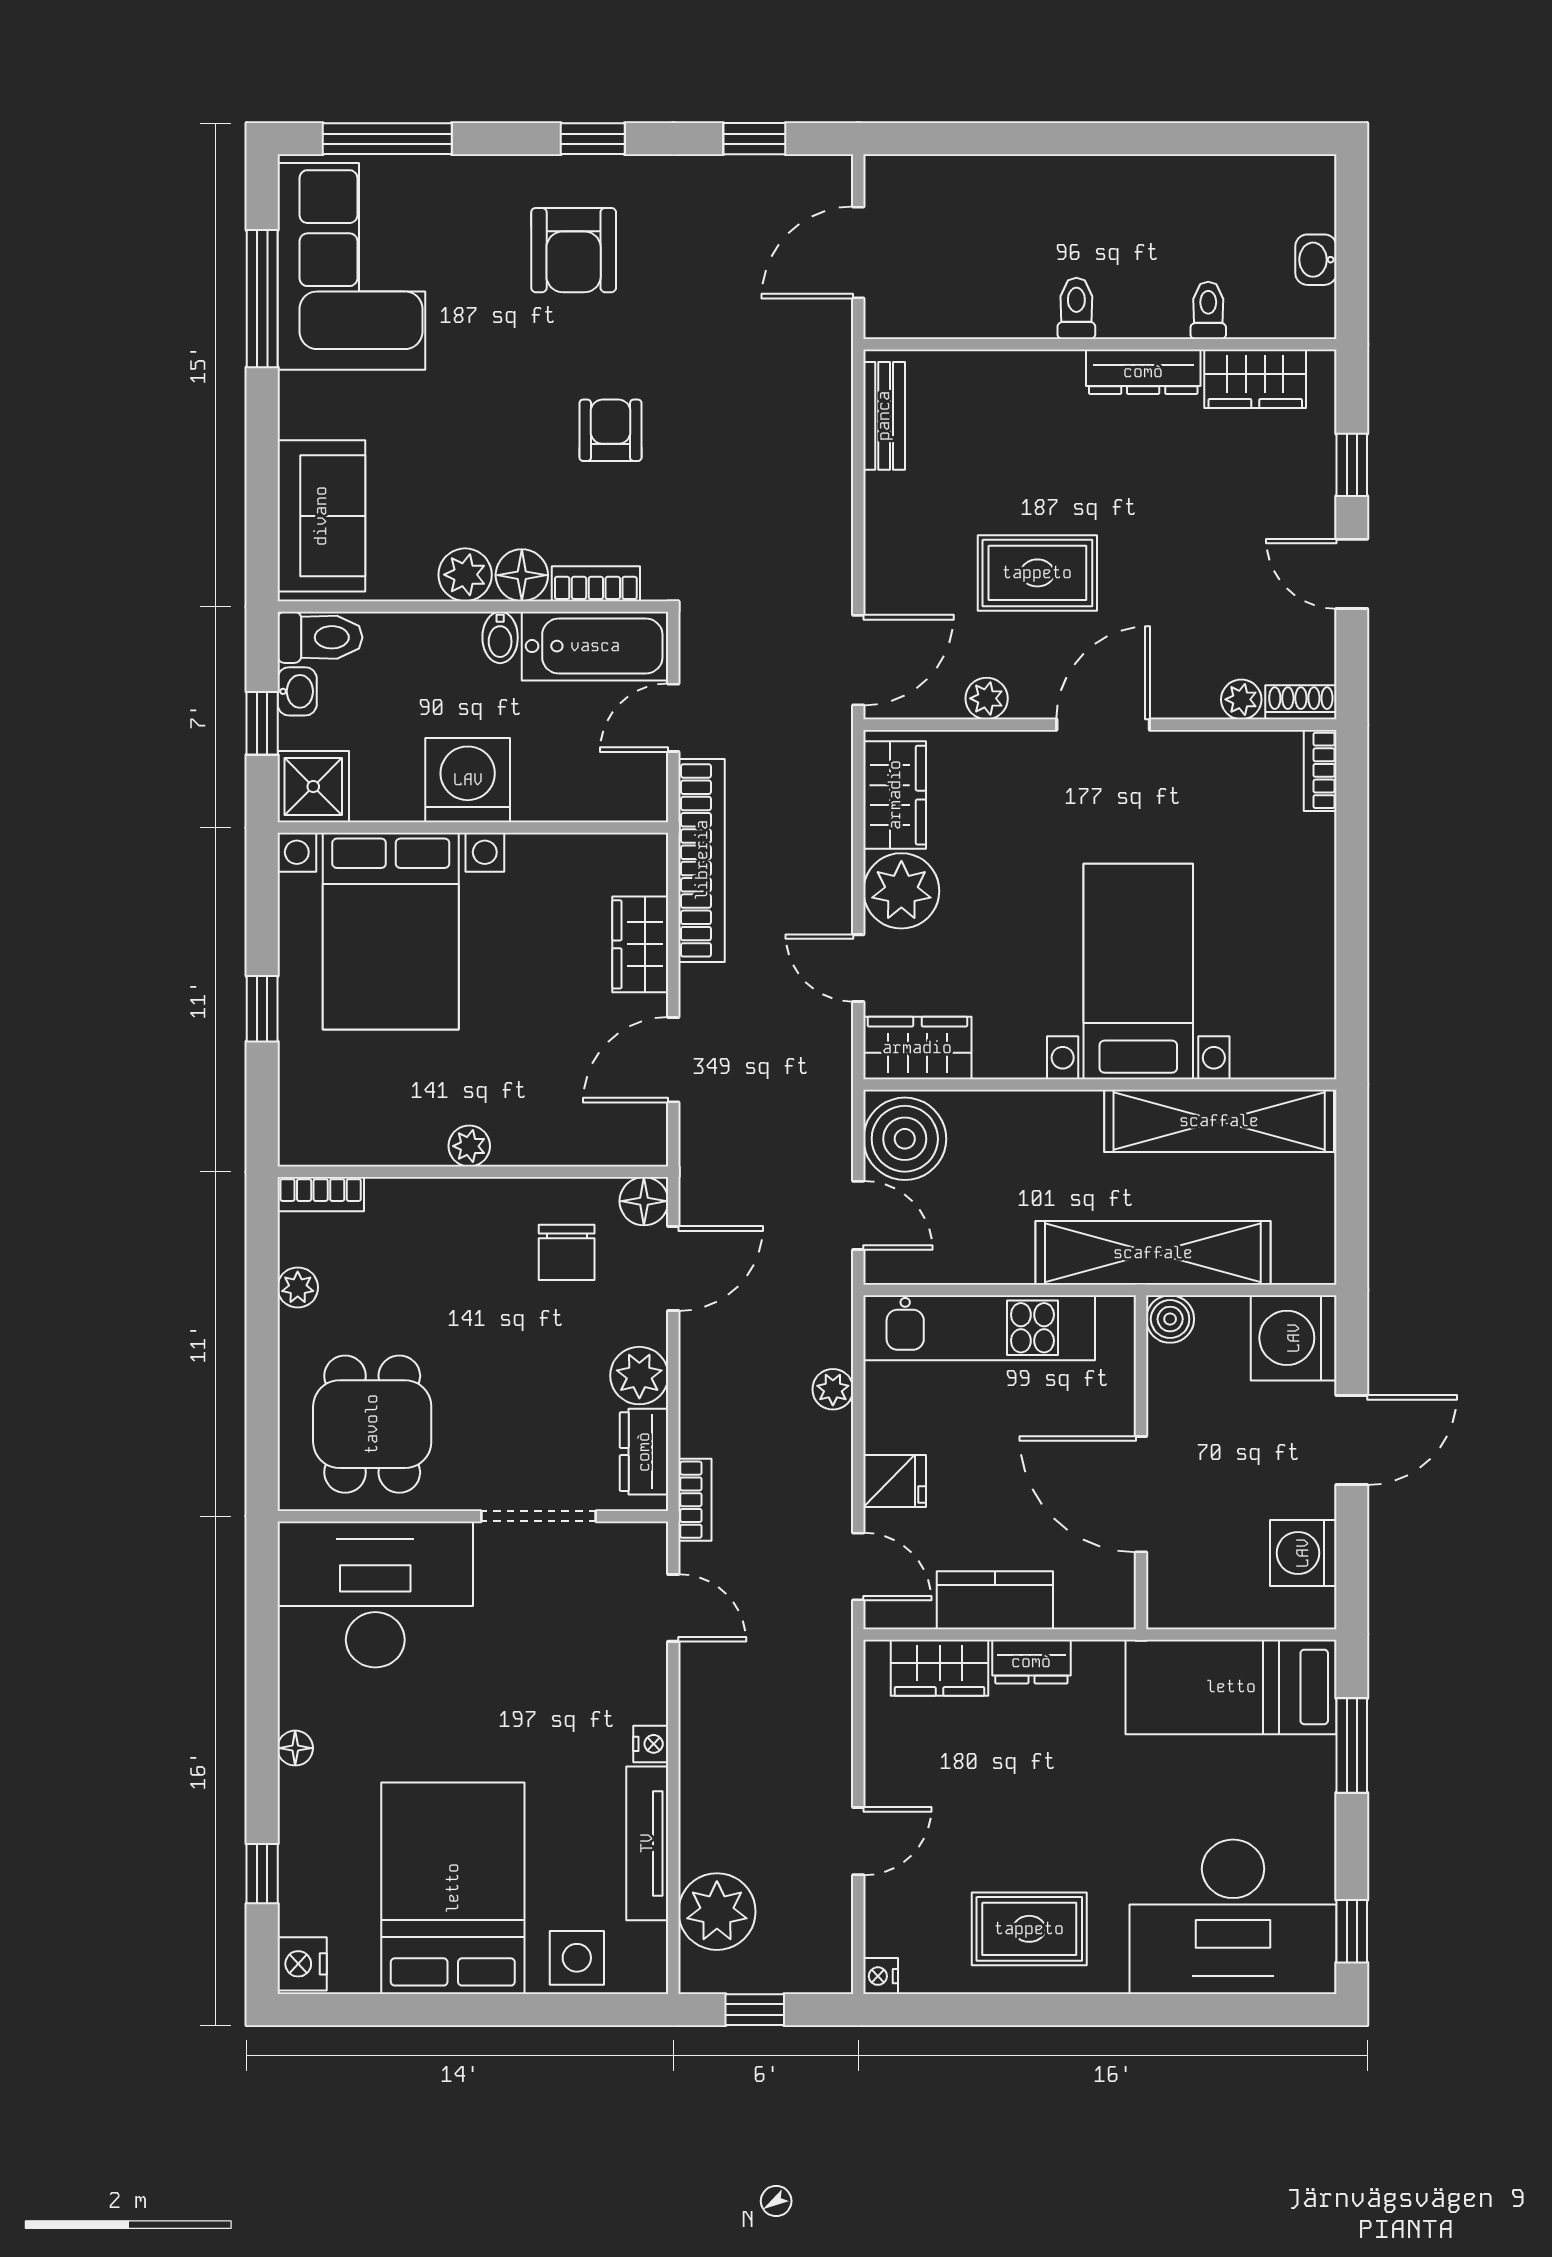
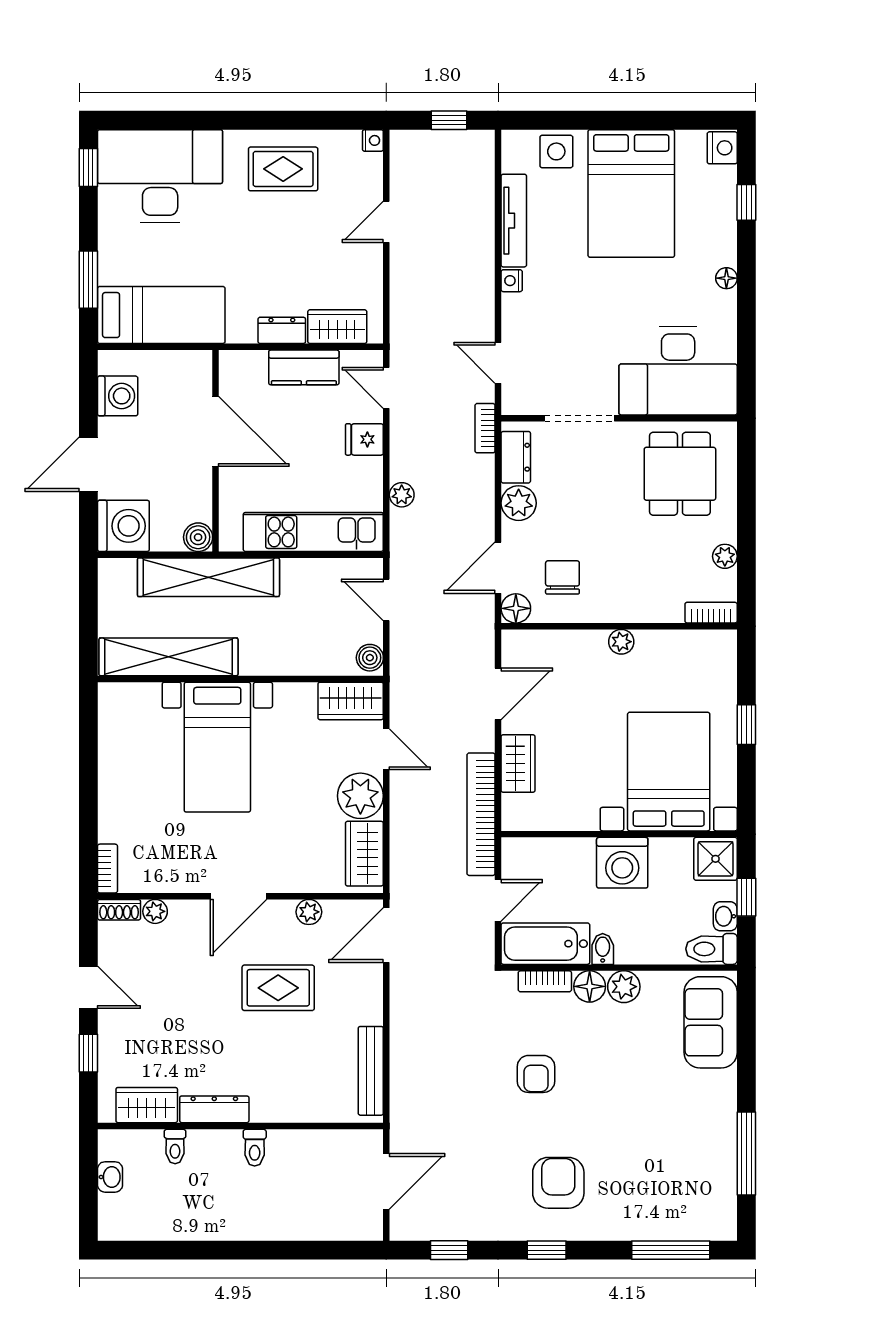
corner sofa: (351, 266) -> (692, 1173), removed
bench: (884, 416) -> (371, 1071), width x1.36
boiler: (905, 1139) -> (370, 658), width x0.54, depth x0.54
plant: (717, 1912) -> (472, 179), removed

